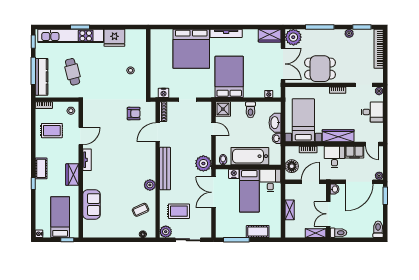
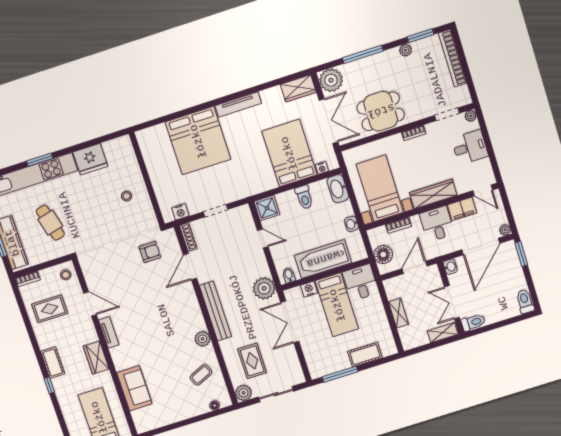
bed: (229, 77) -> (289, 153), moved
washbasin: (275, 123) -> (338, 189), moved
door: (81, 136) -> (90, 304), hinge flipped
rug: (179, 211) -> (252, 361), turned 90

